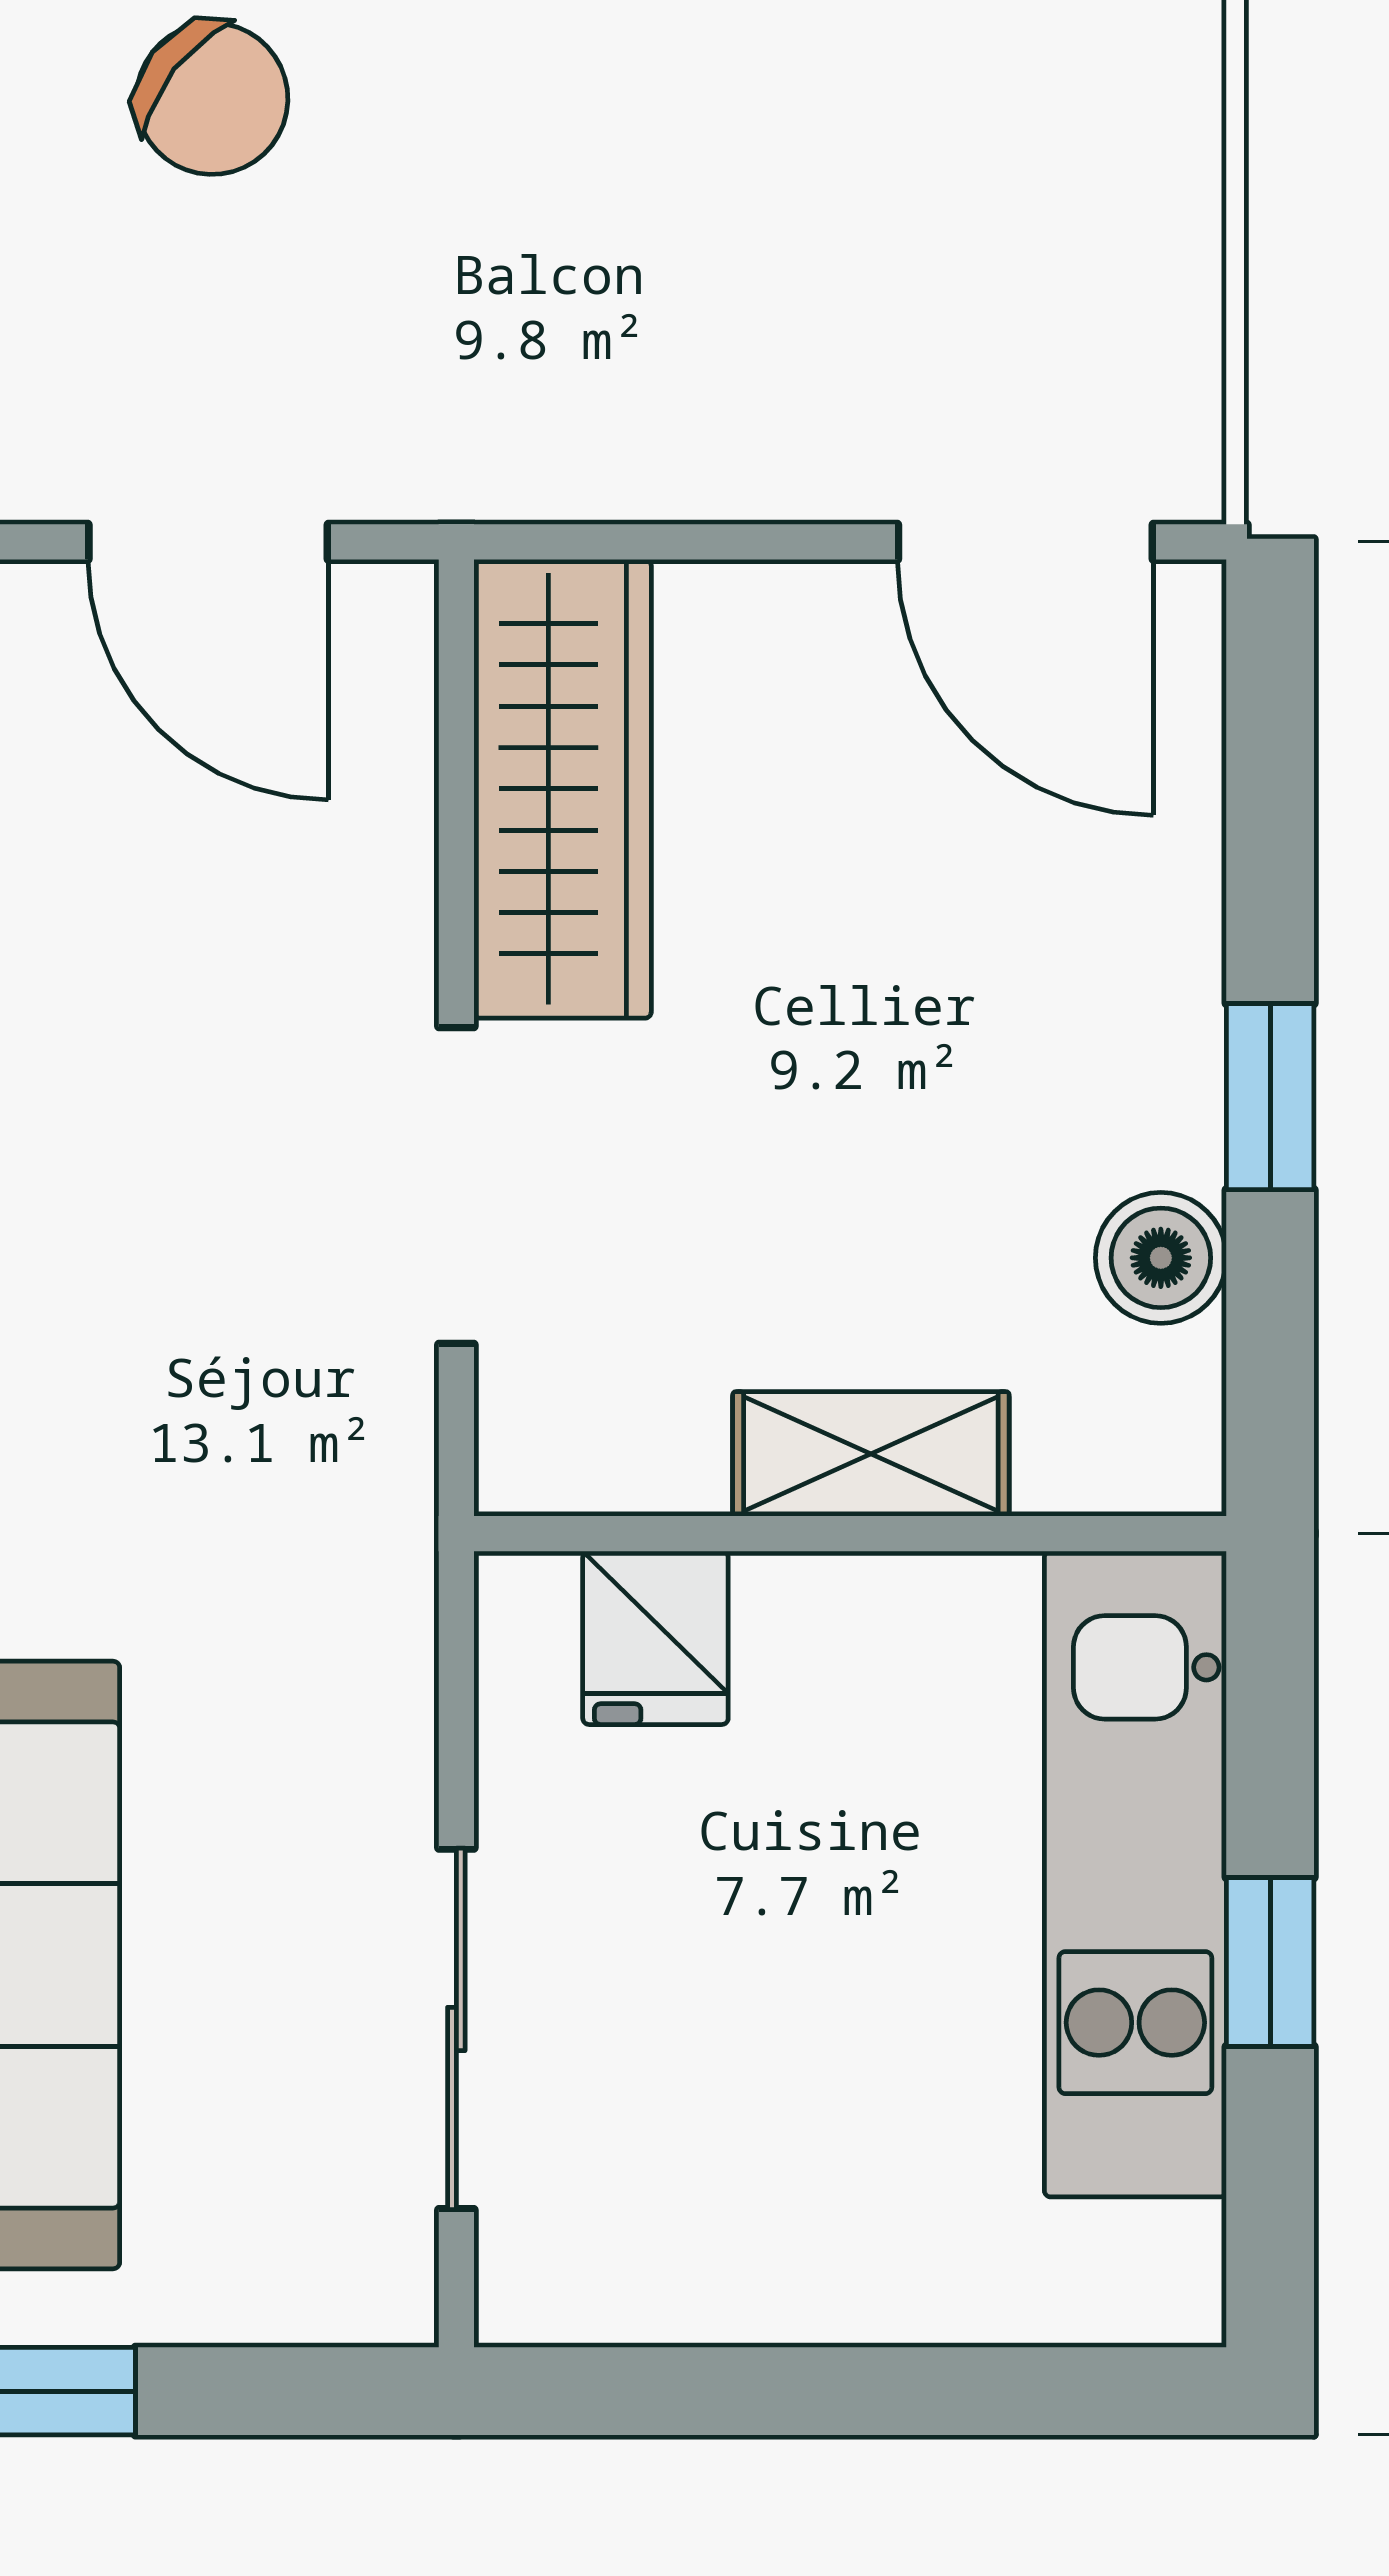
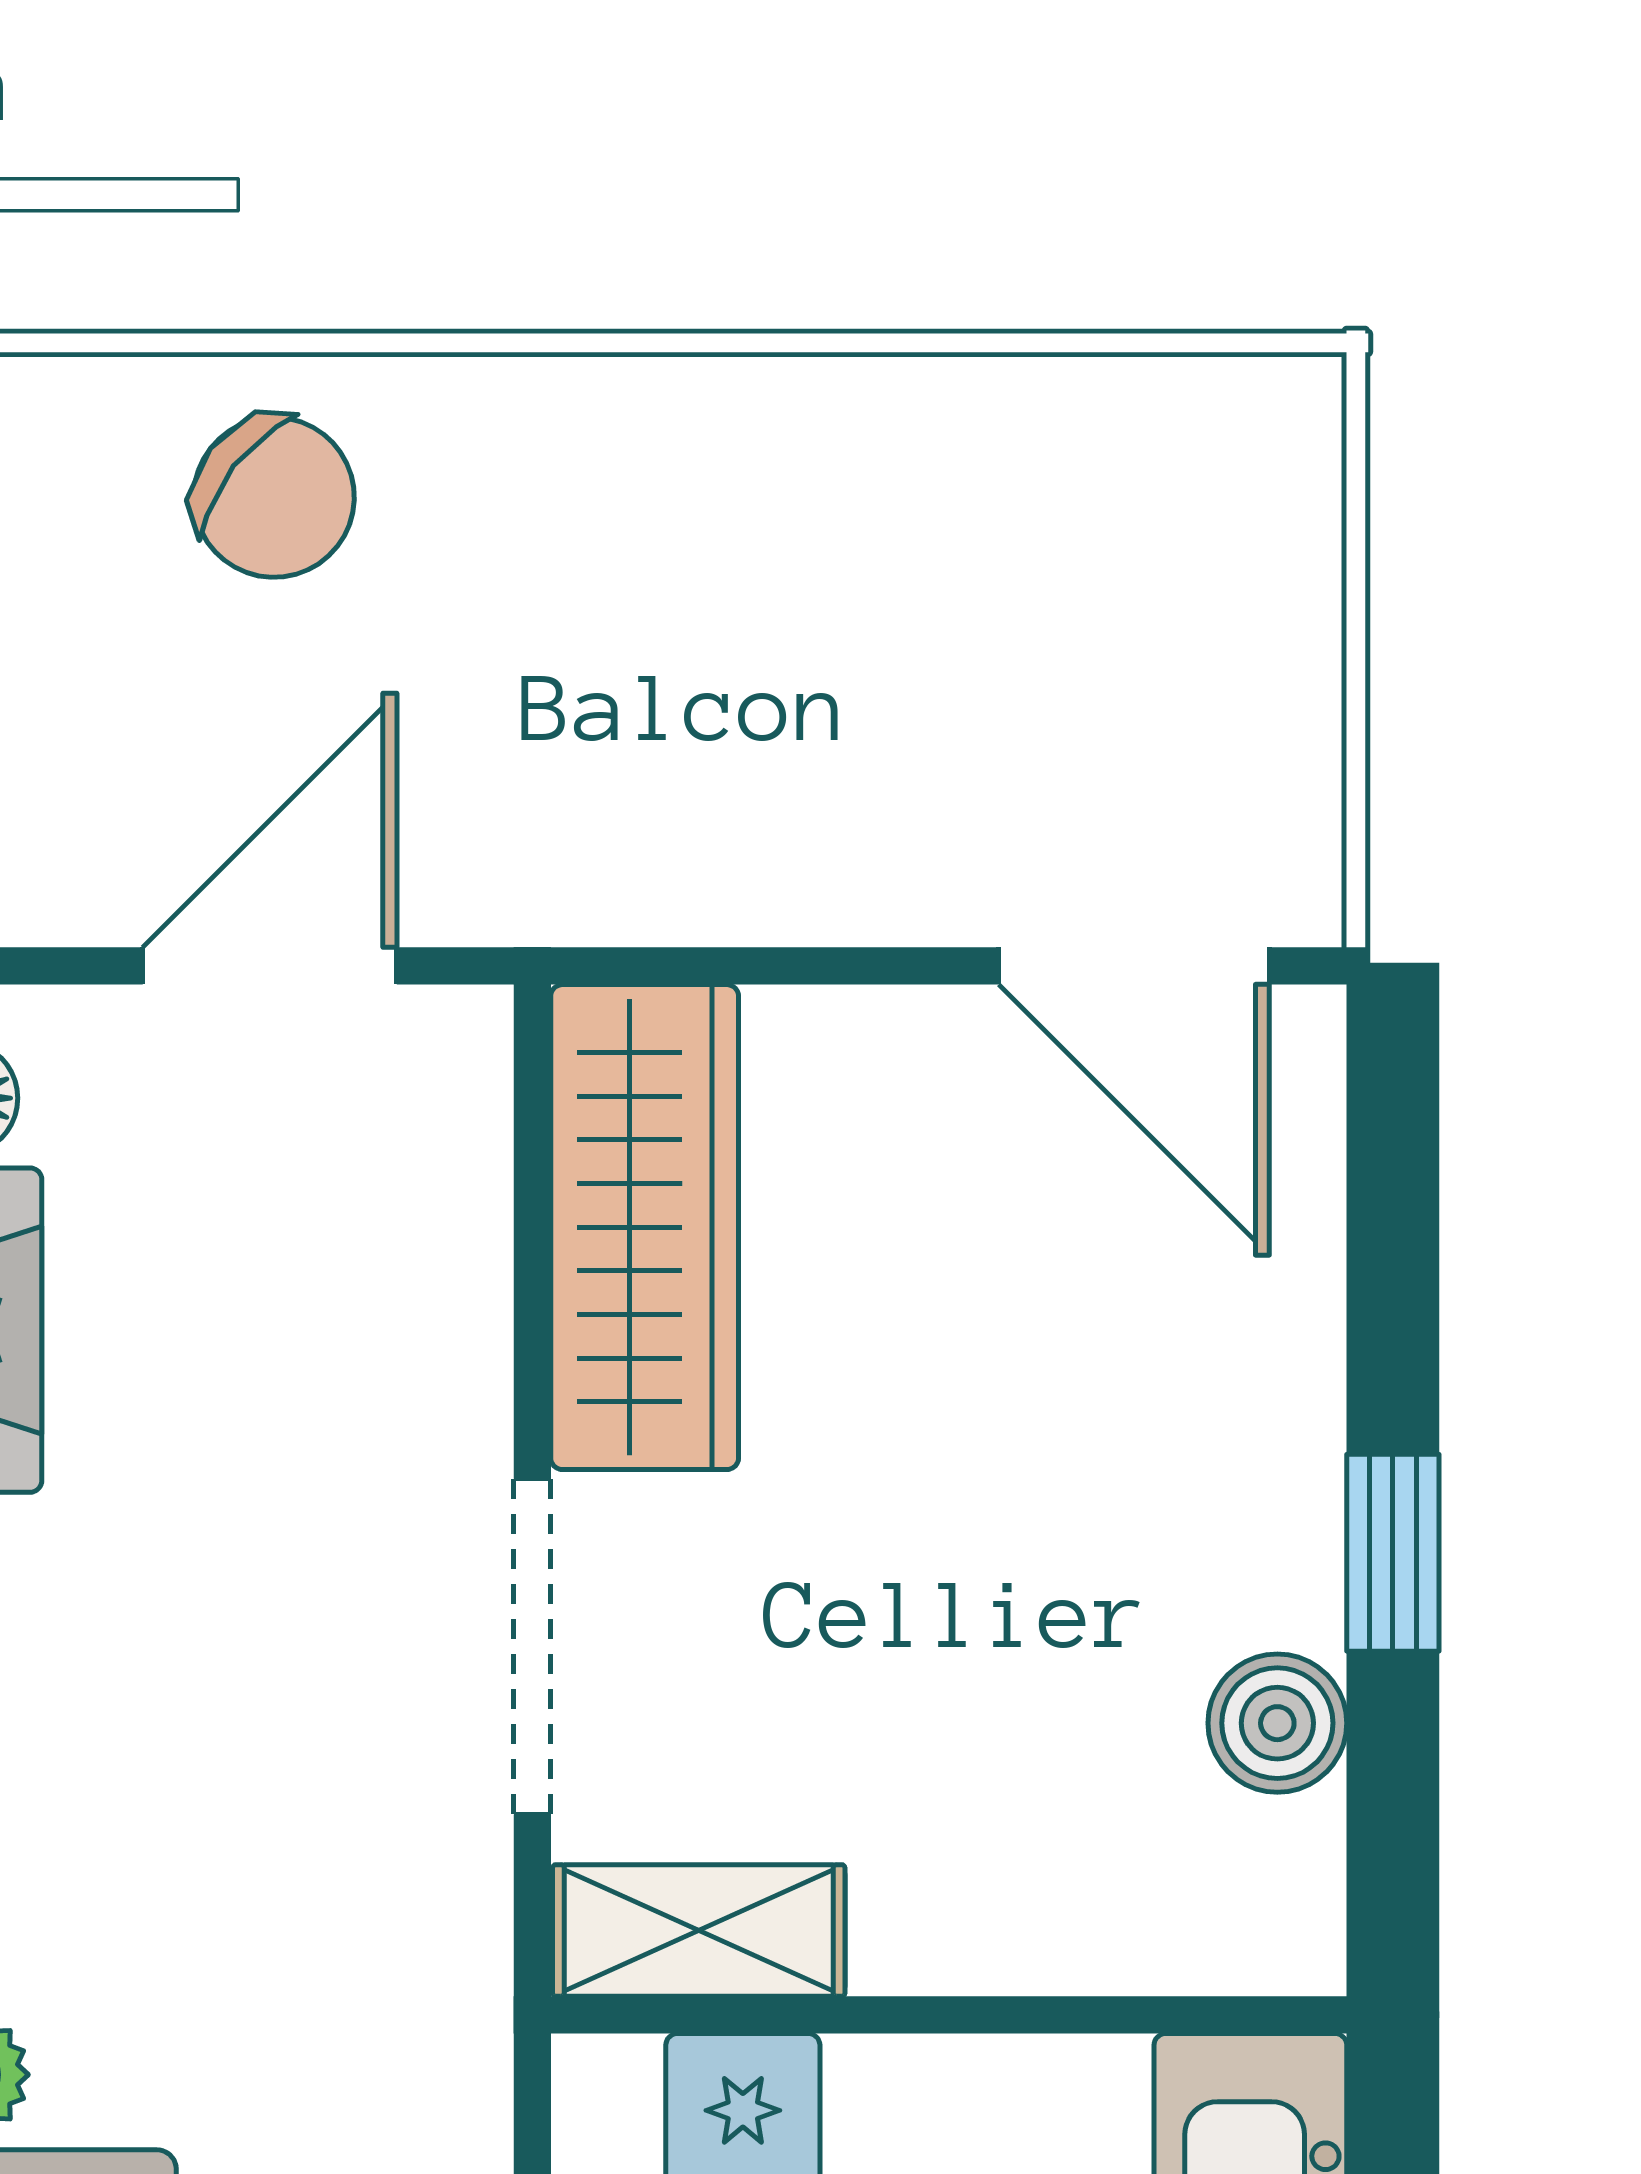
door: (208, 542) -> (270, 966), swing flipped
shelving: (871, 1454) -> (699, 1930), moved

